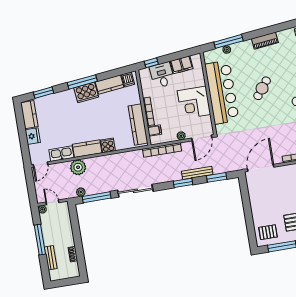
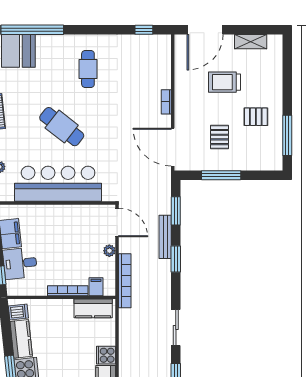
cafe table: (262, 88) -> (62, 127), width x1.37, depth x1.35
corner desk: (194, 103) -> (66, 225), removed
kitchen counter: (138, 124) -> (93, 308), width x0.67
sliding door: (135, 191) -> (176, 328), width x0.73
window: (247, 205) -> (221, 175), added
pallet: (268, 232) -> (220, 137), moved

